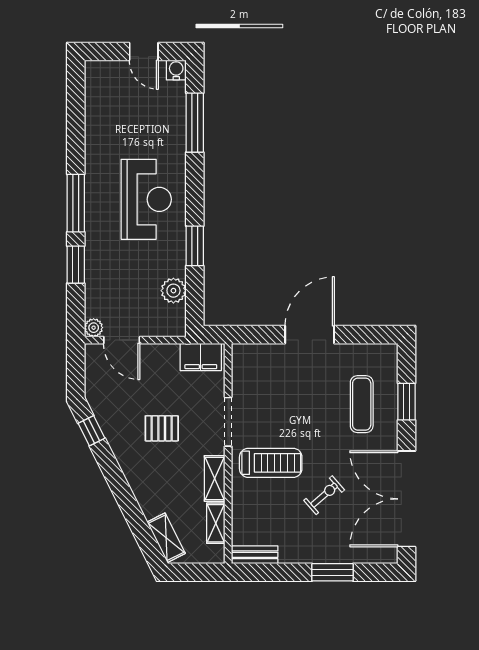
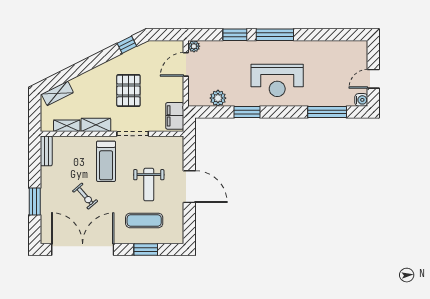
weight bench: (306, 397) -> (149, 185), added
pallet: (162, 428) -> (128, 90), width x1.50, depth x1.42

